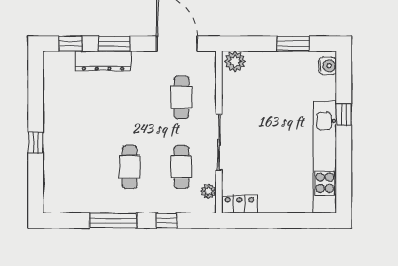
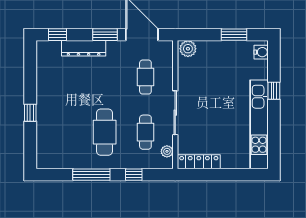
window: (114, 44) -> (105, 35), moved
cafe table: (130, 167) -> (105, 132), width x1.37, depth x1.35
locker: (239, 204) -> (199, 162), width x1.53

